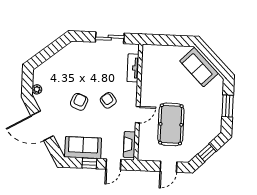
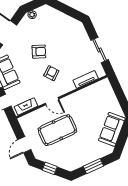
door: (169, 167) -> (24, 145), hinge flipped

